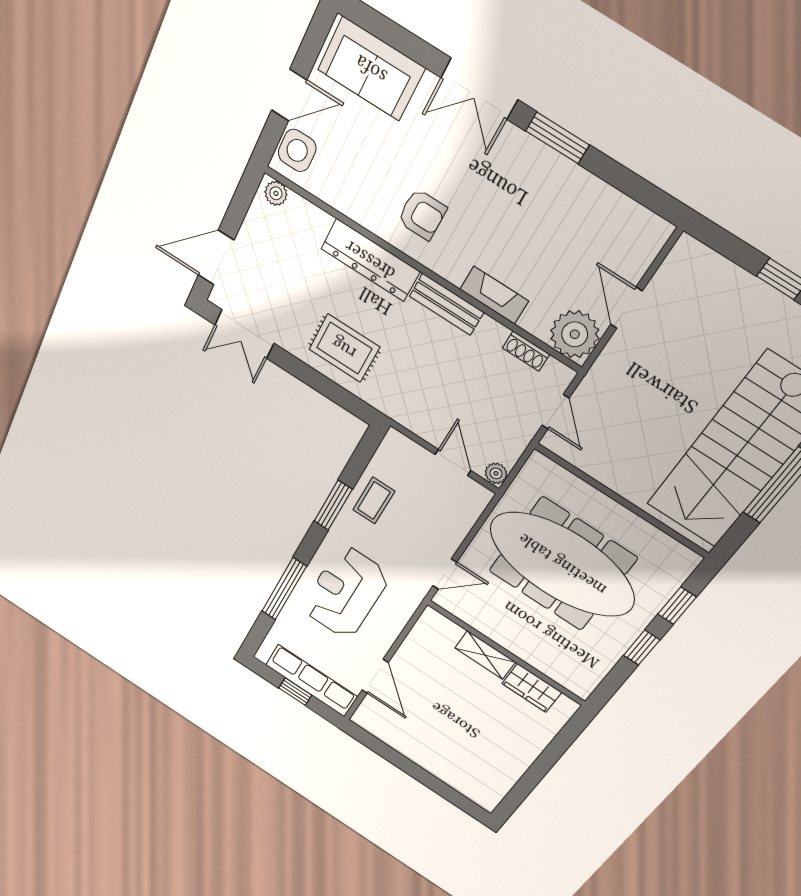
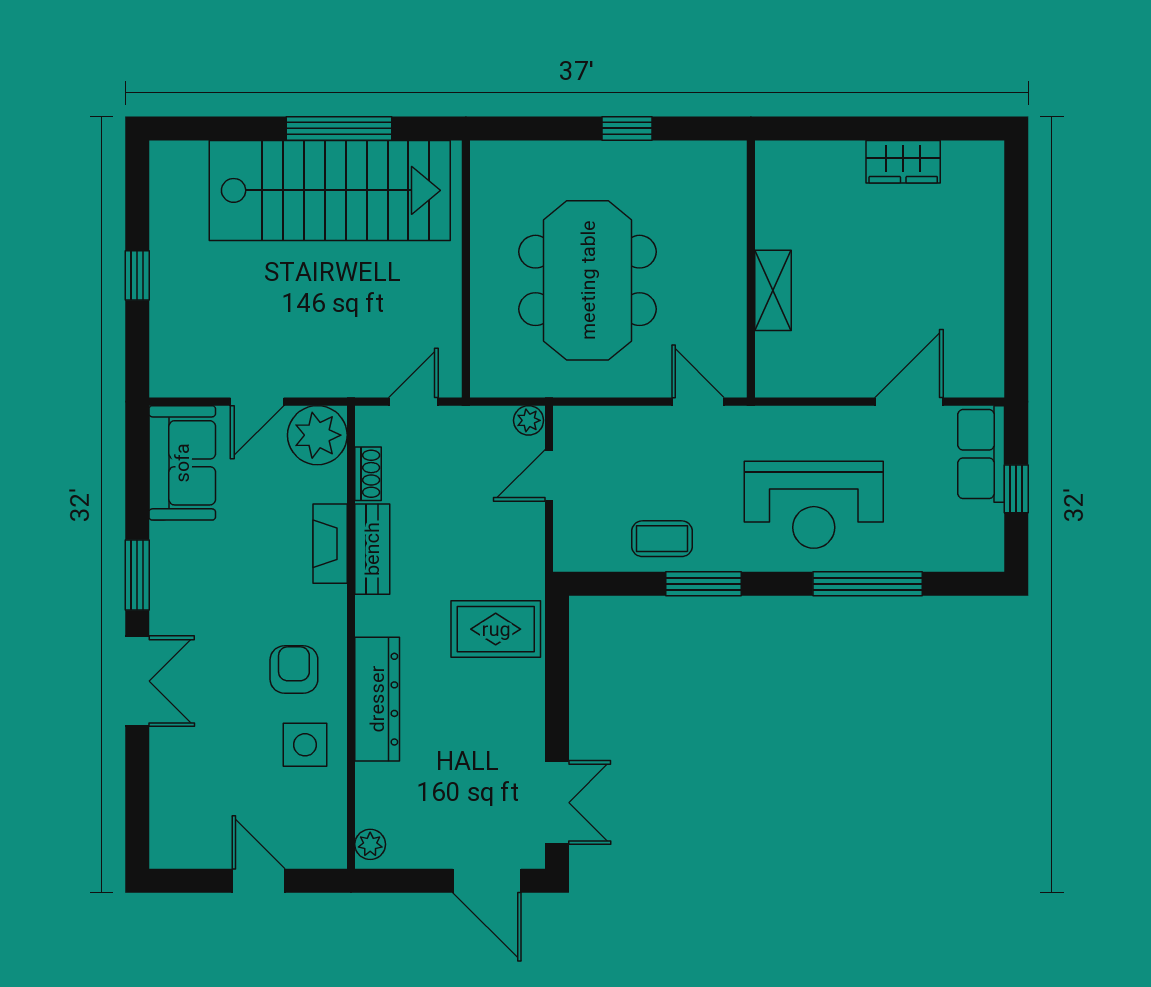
sofa: (371, 69) -> (182, 463), moved
side table: (297, 150) -> (305, 745), moved
bench: (446, 304) -> (372, 549), moved
rug: (344, 348) -> (496, 629), moved, turned 90
meeting table: (562, 564) -> (588, 280), width x0.73
window: (677, 606) -> (547, 128), removed
row of seats: (312, 681) -> (981, 454), width x0.68
wardrobe: (532, 688) -> (903, 162), moved, turned 90

